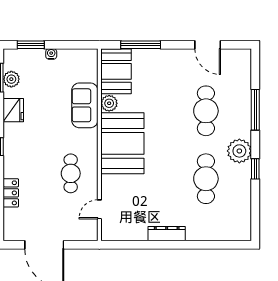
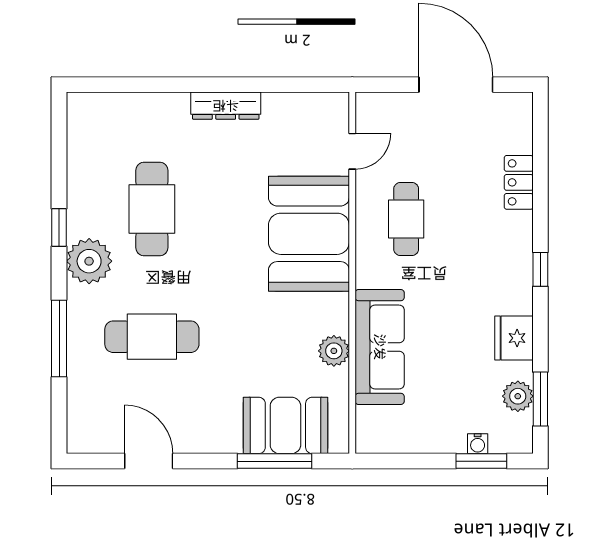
water cooler: (51, 54) -> (478, 444), moved
booth: (116, 71) -> (285, 425), moved, turned 90
sofa: (85, 105) -> (380, 347), width x1.36
cafe table: (206, 111) -> (152, 337), turned 90
booth: (122, 143) -> (309, 234), moved

